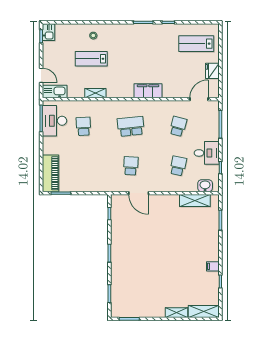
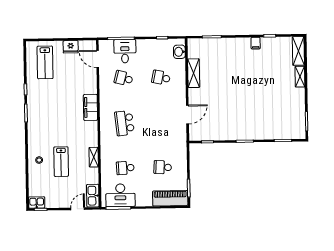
desk: (207, 153) -> (125, 51), moved
school desk: (131, 166) -> (163, 167), moved
shelving: (195, 200) -> (194, 73), moved

